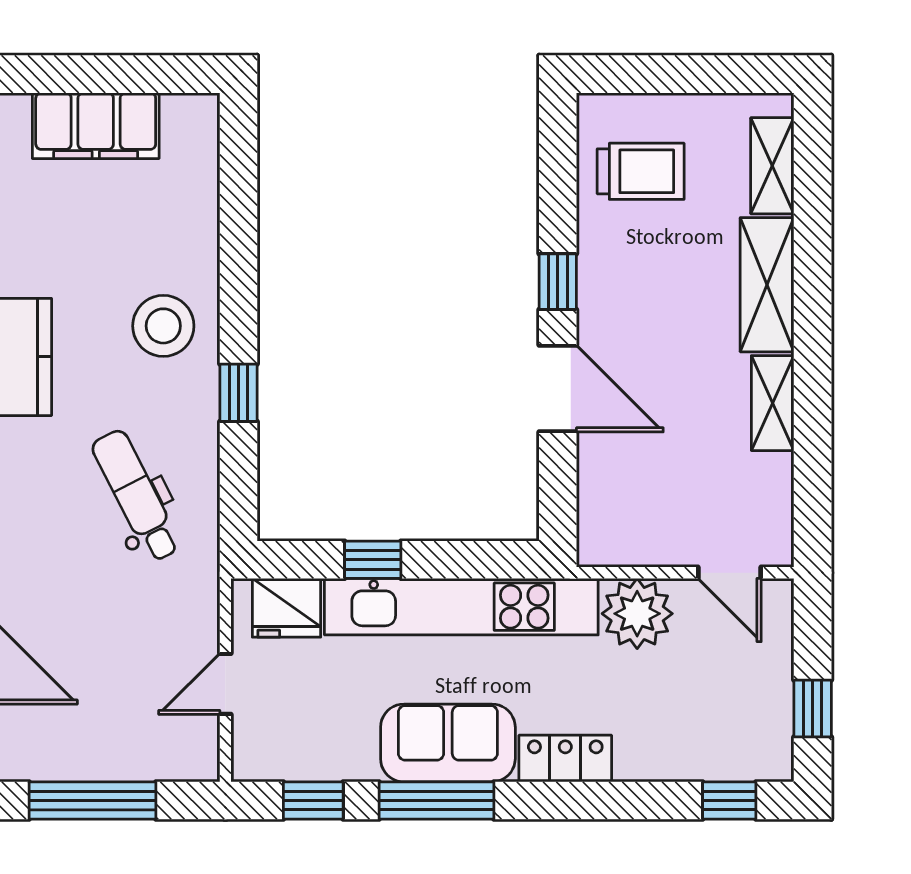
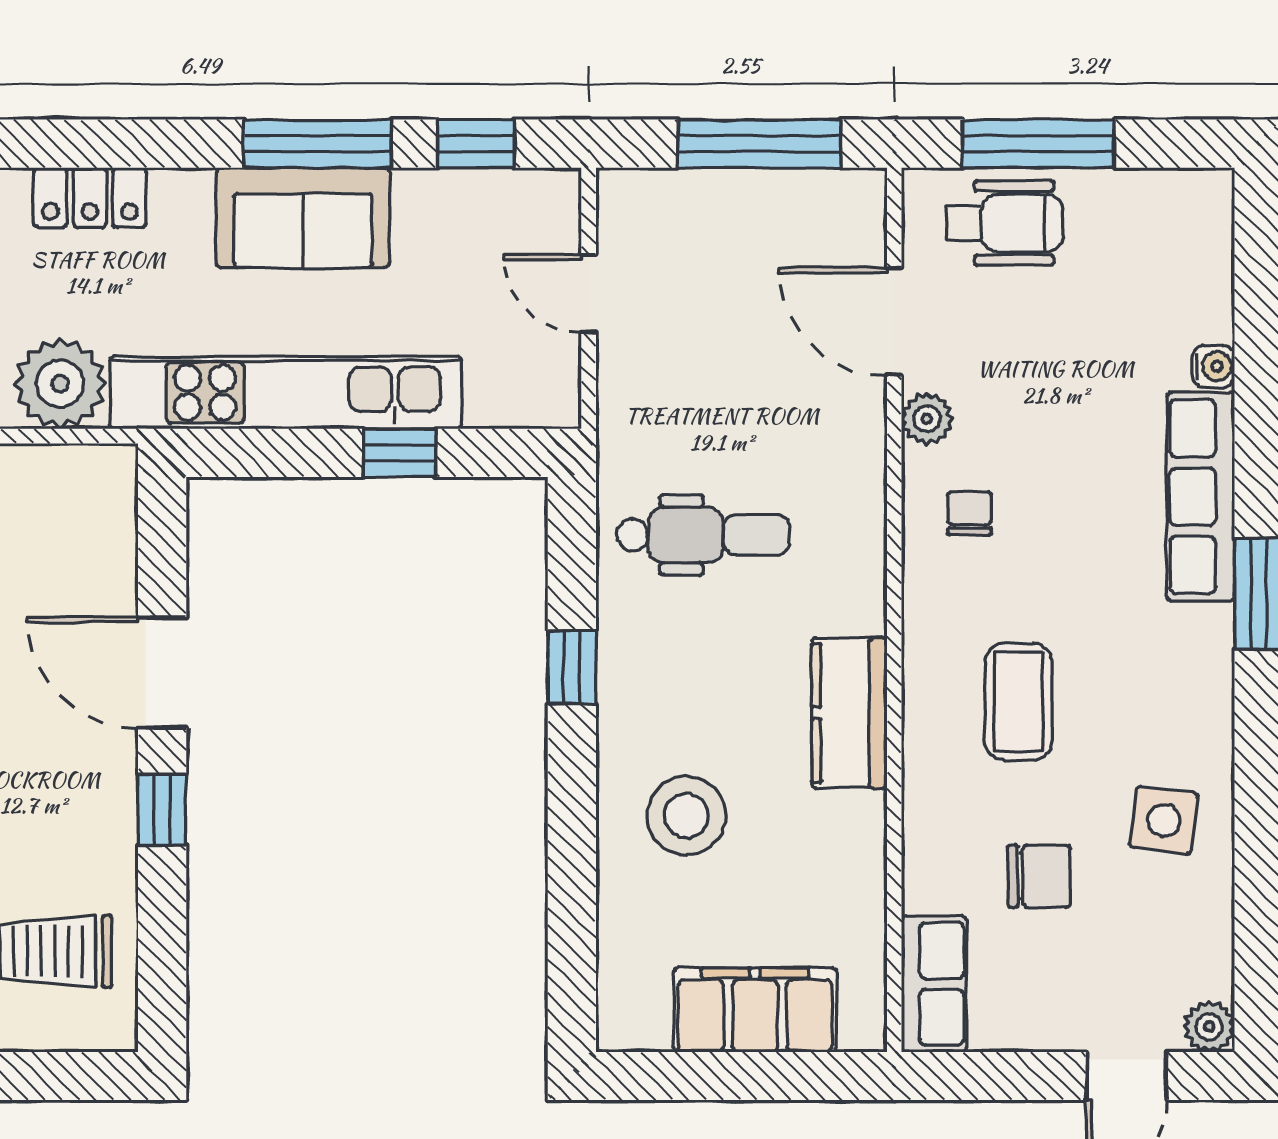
stool: (163, 326) -> (686, 816), moved
dental chair: (136, 496) -> (703, 535), turned -63
fridge: (287, 608) -> (510, 391), removed
door: (225, 684) -> (589, 293), swing flipped
locker: (565, 759) -> (90, 198), moved

